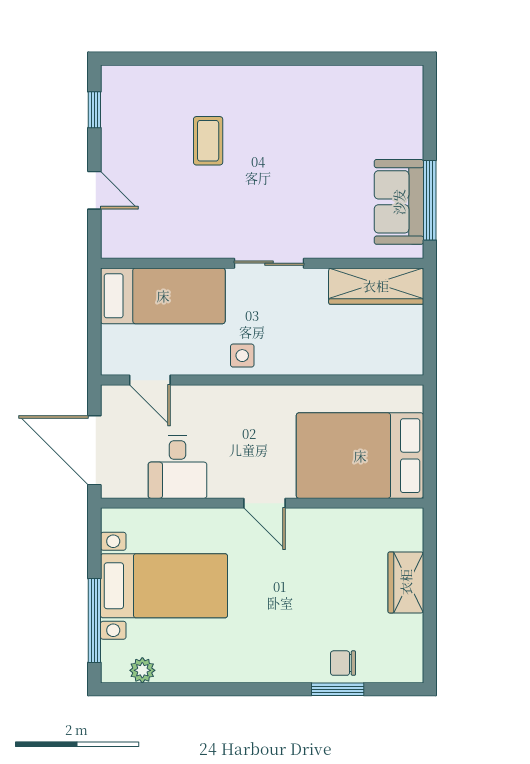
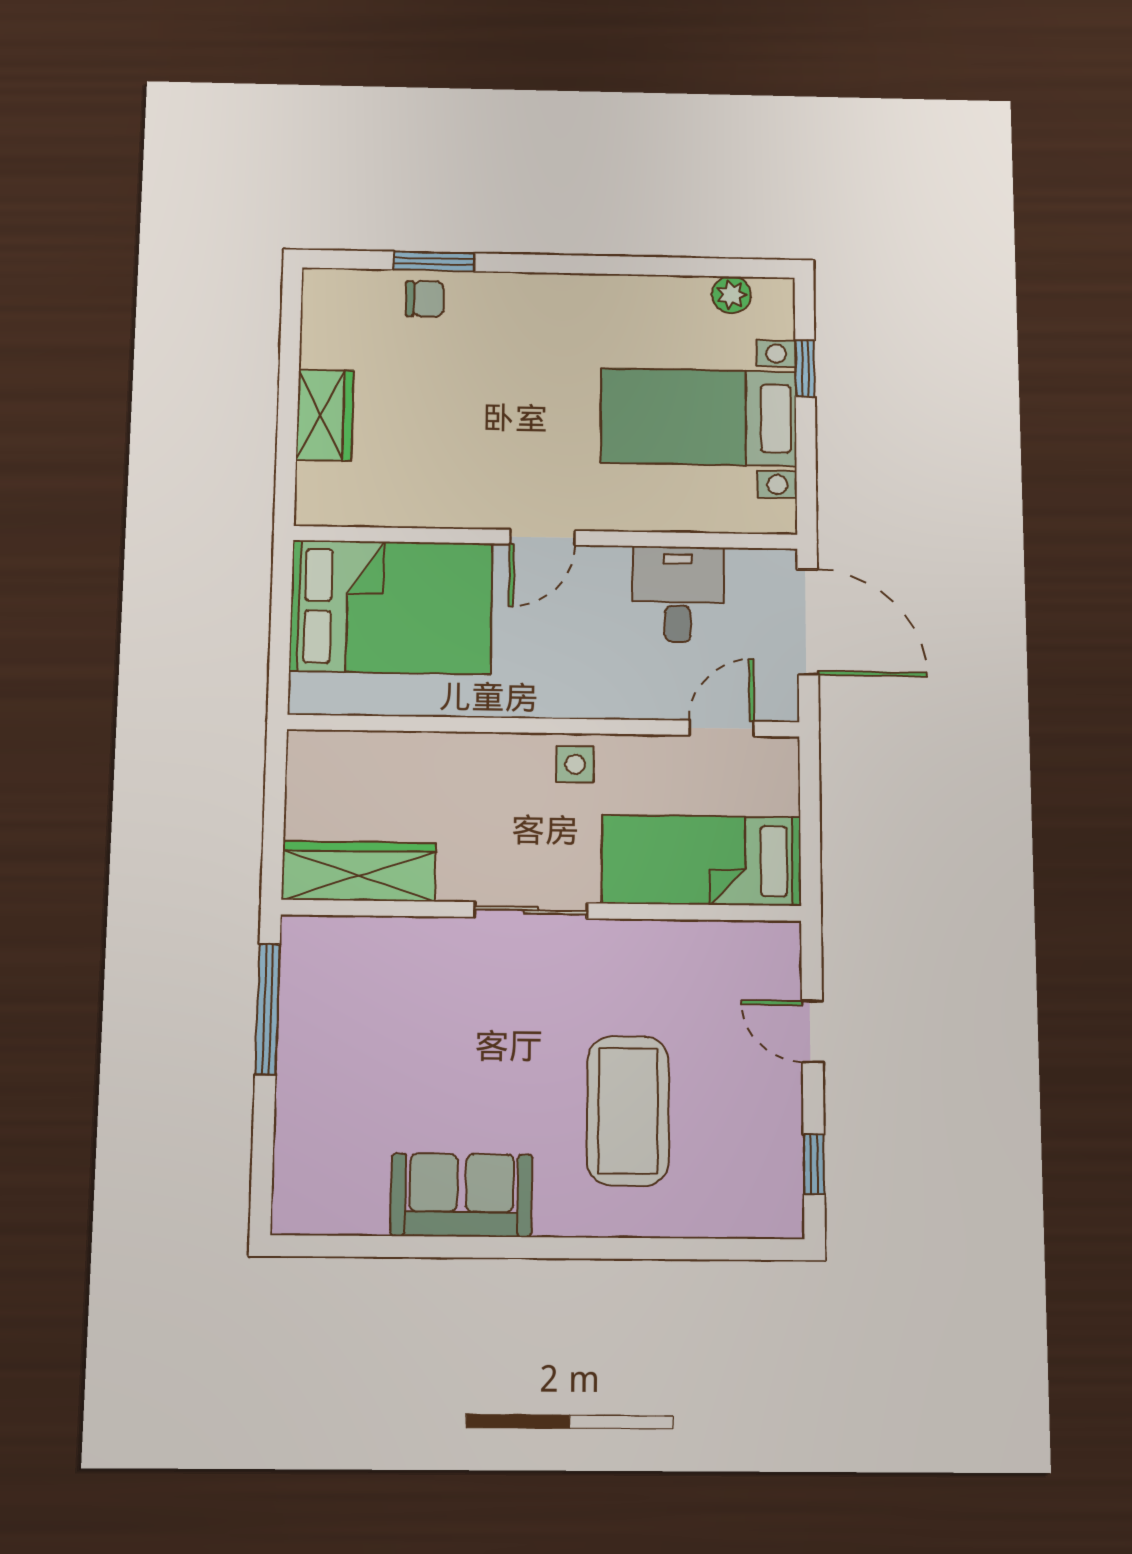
coffee table: (208, 141) -> (628, 1111), width x1.86, depth x1.72
sofa: (399, 202) -> (461, 1195), moved, turned -90
door: (150, 380) -> (722, 728), hinge flipped
door: (265, 503) -> (542, 537), swing flipped
window: (94, 621) -> (805, 368), width x0.46

